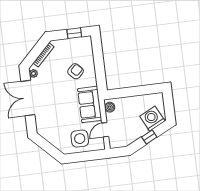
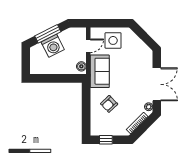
washing machine: (152, 119) -> (53, 46), moved
window: (149, 137) -> (48, 34), width x2.17

